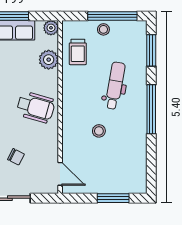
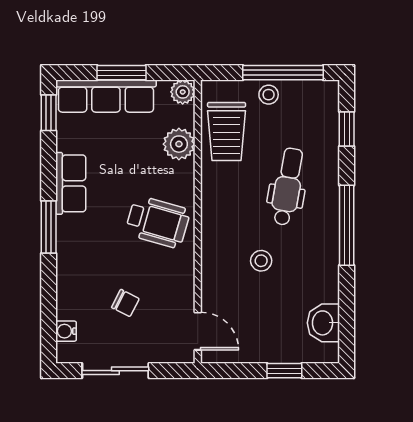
window: (151, 50) -> (347, 129), width x0.67
trolley: (78, 52) -> (227, 132), width x1.36, depth x1.39
washbasin: (137, 169) -> (323, 323), added
window: (113, 198) -> (284, 371), width x0.67

